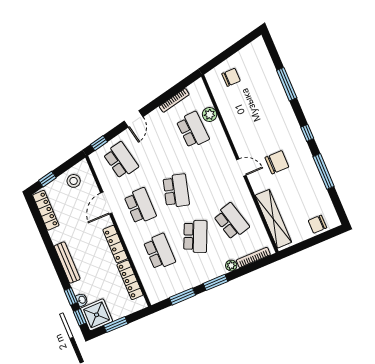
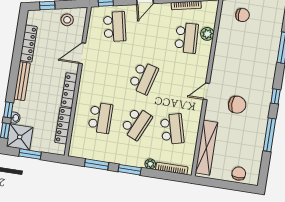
door: (241, 167) -> (206, 91), swing flipped
school desk: (140, 206) -> (108, 72), removed
locker: (46, 210) -> (29, 44), moved
chair: (317, 224) -> (239, 174), turned 90

